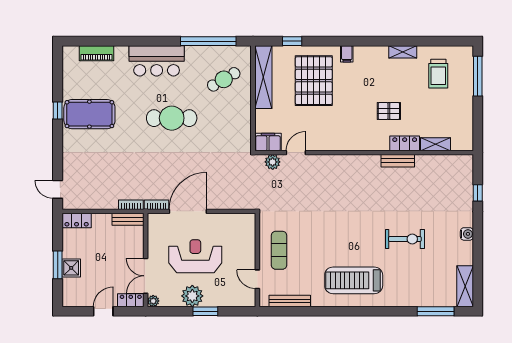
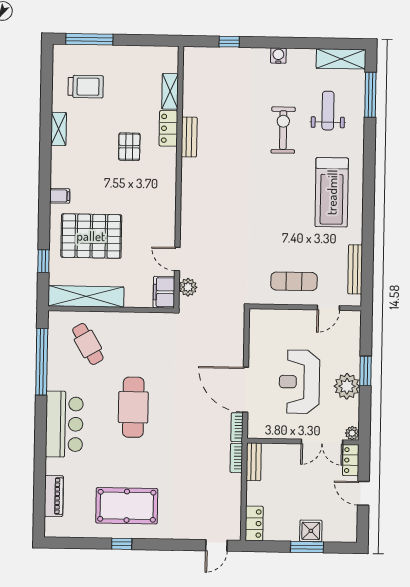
pool table: (89, 114) -> (127, 506), turned 90
weight bench: (422, 276) -> (328, 111), added

